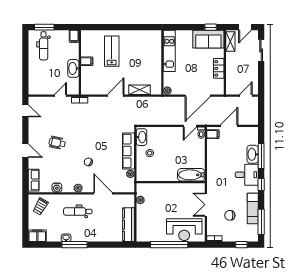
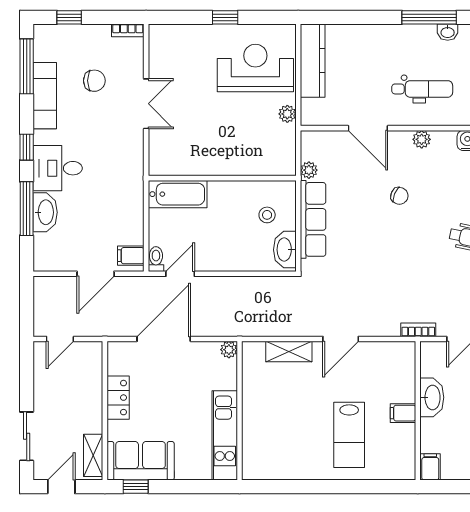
bathtub: (191, 175) -> (178, 194), moved
wall: (171, 182) -> (222, 178), moved
reception desk: (184, 230) -> (255, 68), moved
window: (169, 245) -> (225, 17), width x0.32

